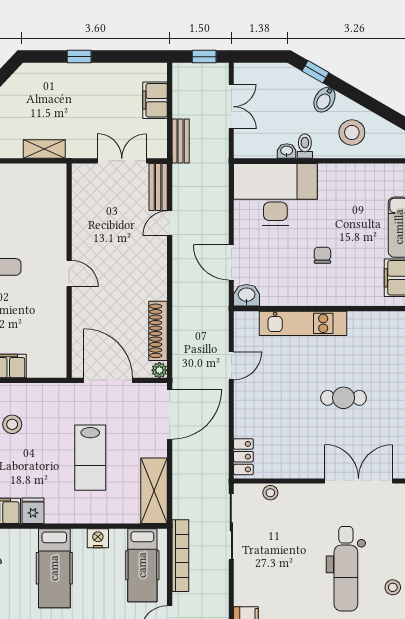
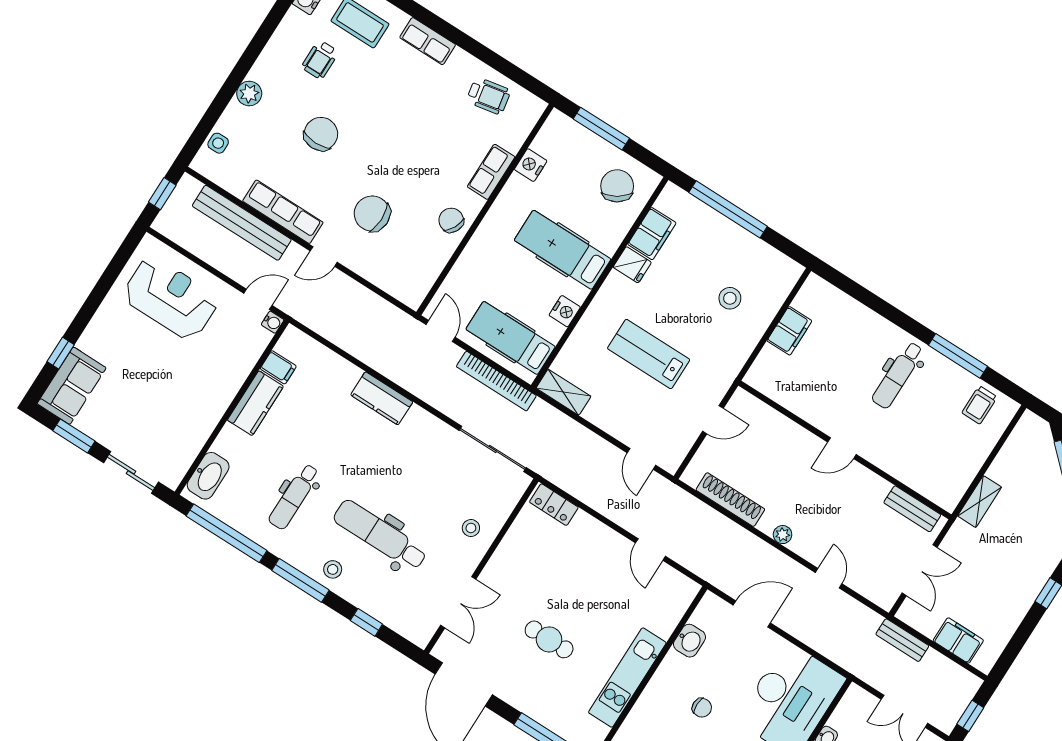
bench: (158, 187) -> (912, 509), moved
washbasin: (247, 295) -> (690, 641), moved
kitchen unit: (303, 323) -> (627, 678), moved
plant: (159, 370) -> (783, 535), moved
door: (108, 380) -> (713, 420), width x0.53
cafe table: (344, 398) -> (549, 639), turned 90
door: (170, 414) -> (641, 459), width x0.53
double door: (359, 481) -> (458, 602), width x0.73
shelving: (154, 491) -> (563, 392), width x0.67, depth x0.75
stool: (270, 493) -> (471, 528), moved

